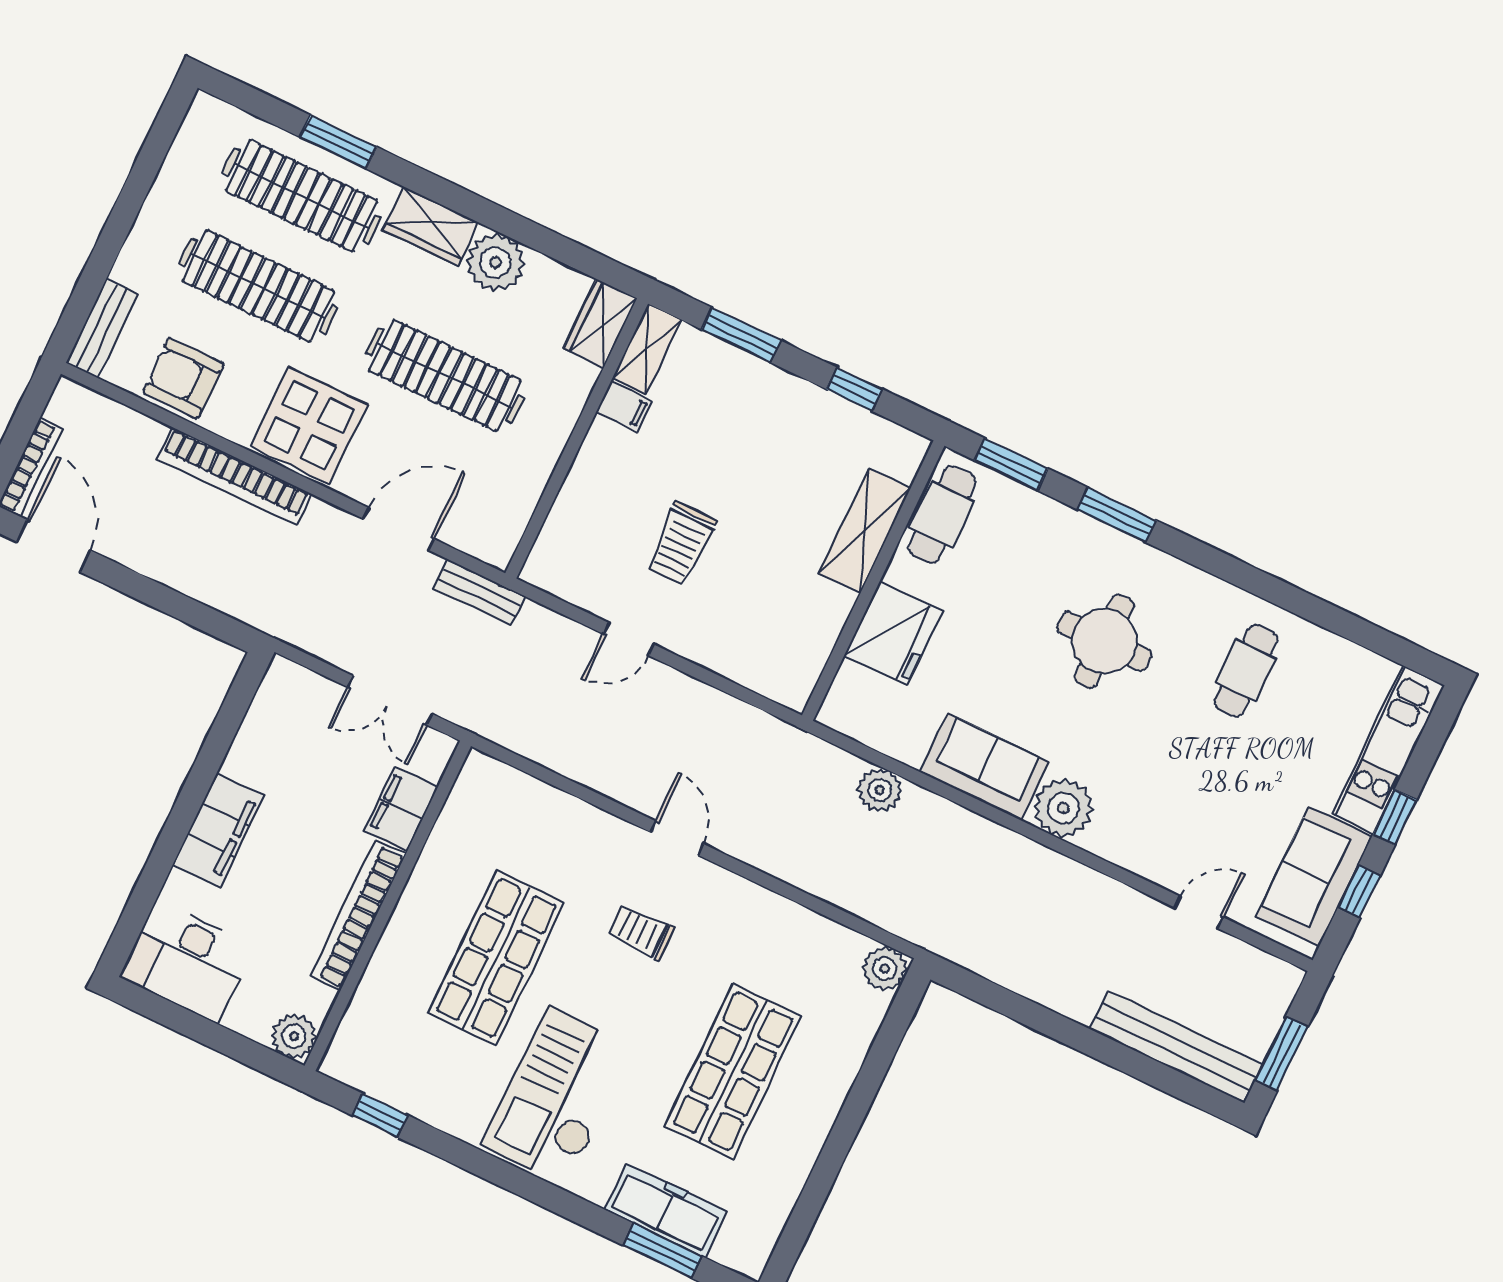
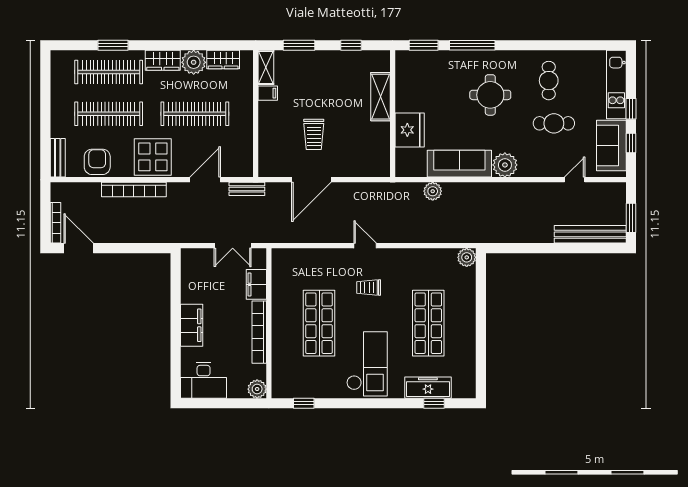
wardrobe: (600, 324) -> (223, 60), moved, turned -90
armchair: (183, 378) -> (97, 162), turned 90
cafe table: (942, 515) -> (554, 123), moved, turned 90
window: (1117, 515) -> (472, 45), width x1.44
door: (629, 639) -> (311, 180), width x1.88
sofa: (984, 767) -> (459, 164), width x1.36
checkout: (558, 1096) -> (367, 364), turned 180
window: (662, 1251) -> (434, 403), width x0.67

